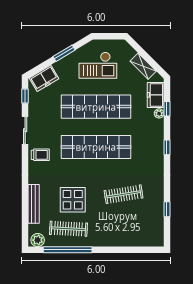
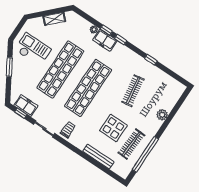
checkout: (98, 65) -> (33, 49), turned -90
freezer: (44, 78) -> (26, 106), moved, turned -59
freezer: (156, 95) -> (105, 40), moved
window: (167, 109) -> (106, 30), moved
window: (167, 209) -> (151, 60), moved
plant: (38, 240) -> (162, 115), moved

